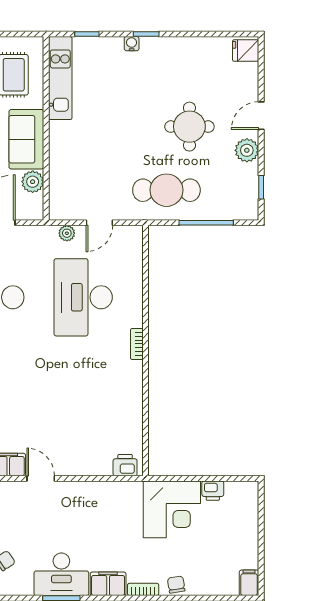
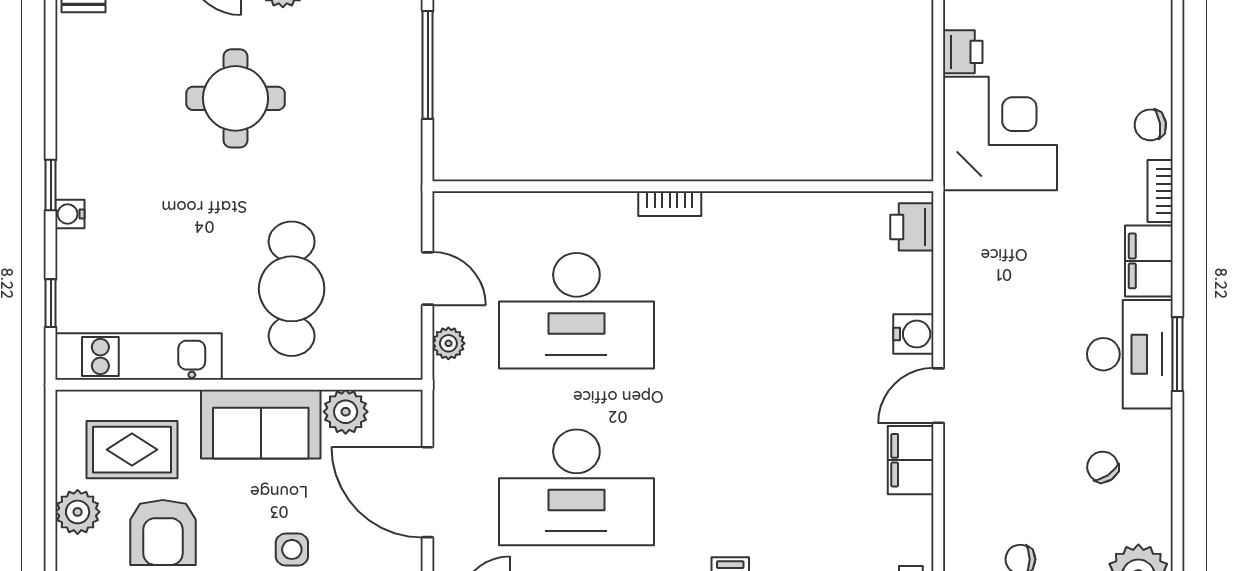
cafe table: (166, 190) -> (292, 289), moved
water cooler: (72, 466) -> (913, 334), added

